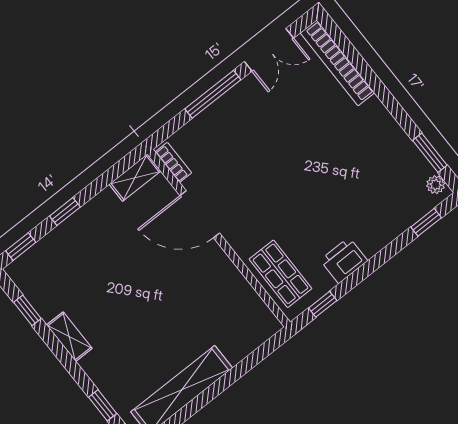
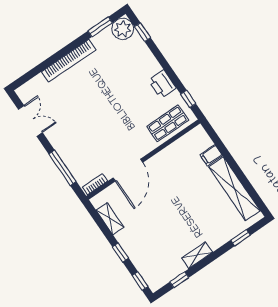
bookcase: (337, 63) -> (69, 61), moved
window: (213, 94) -> (62, 168), moved
shelving: (135, 178) -> (110, 219), moved
plant: (436, 185) -> (123, 29), width x1.88, depth x1.88
filing cabinet: (234, 348) -> (211, 155), added

